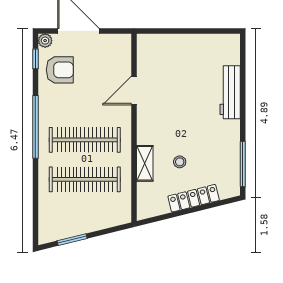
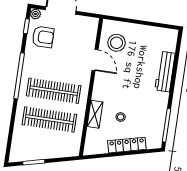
stool: (159, 63) -> (117, 43), added
door: (134, 91) -> (95, 60), swing flipped

